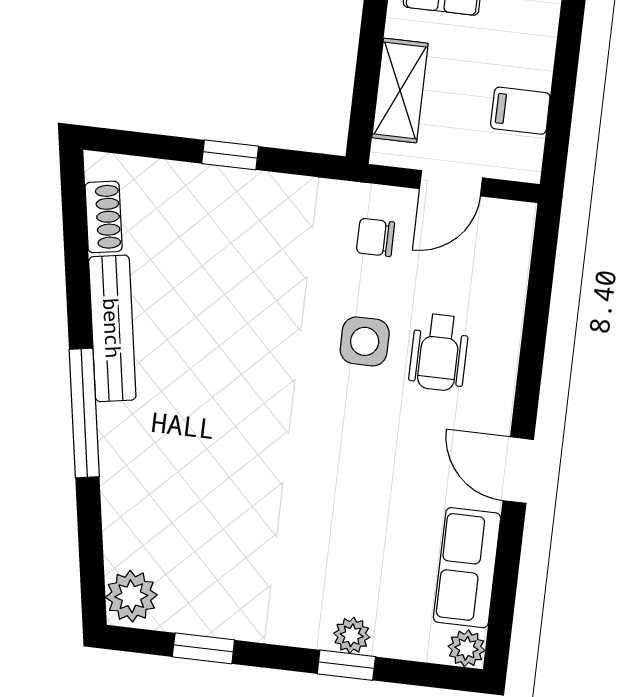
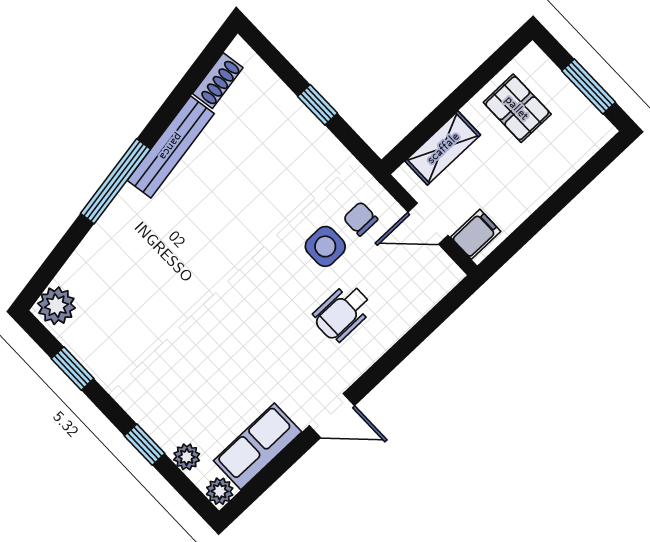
filing cabinet: (520, 111) -> (476, 234), moved, turned 90
side table: (365, 341) -> (325, 246), moved
door: (518, 470) -> (332, 416), swing flipped
plant: (352, 635) -> (187, 457), moved

